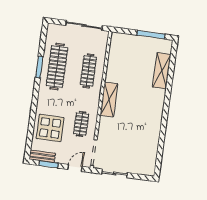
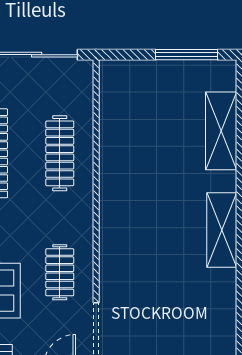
shelving: (109, 100) -> (222, 230), moved

